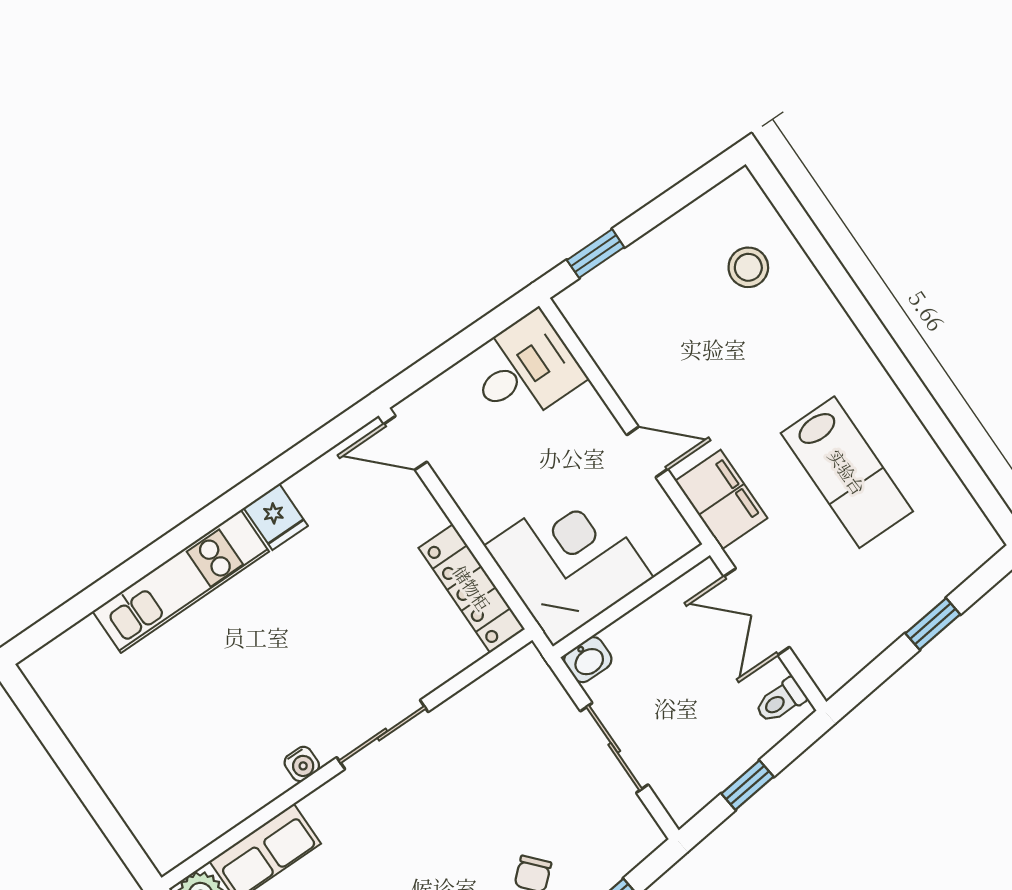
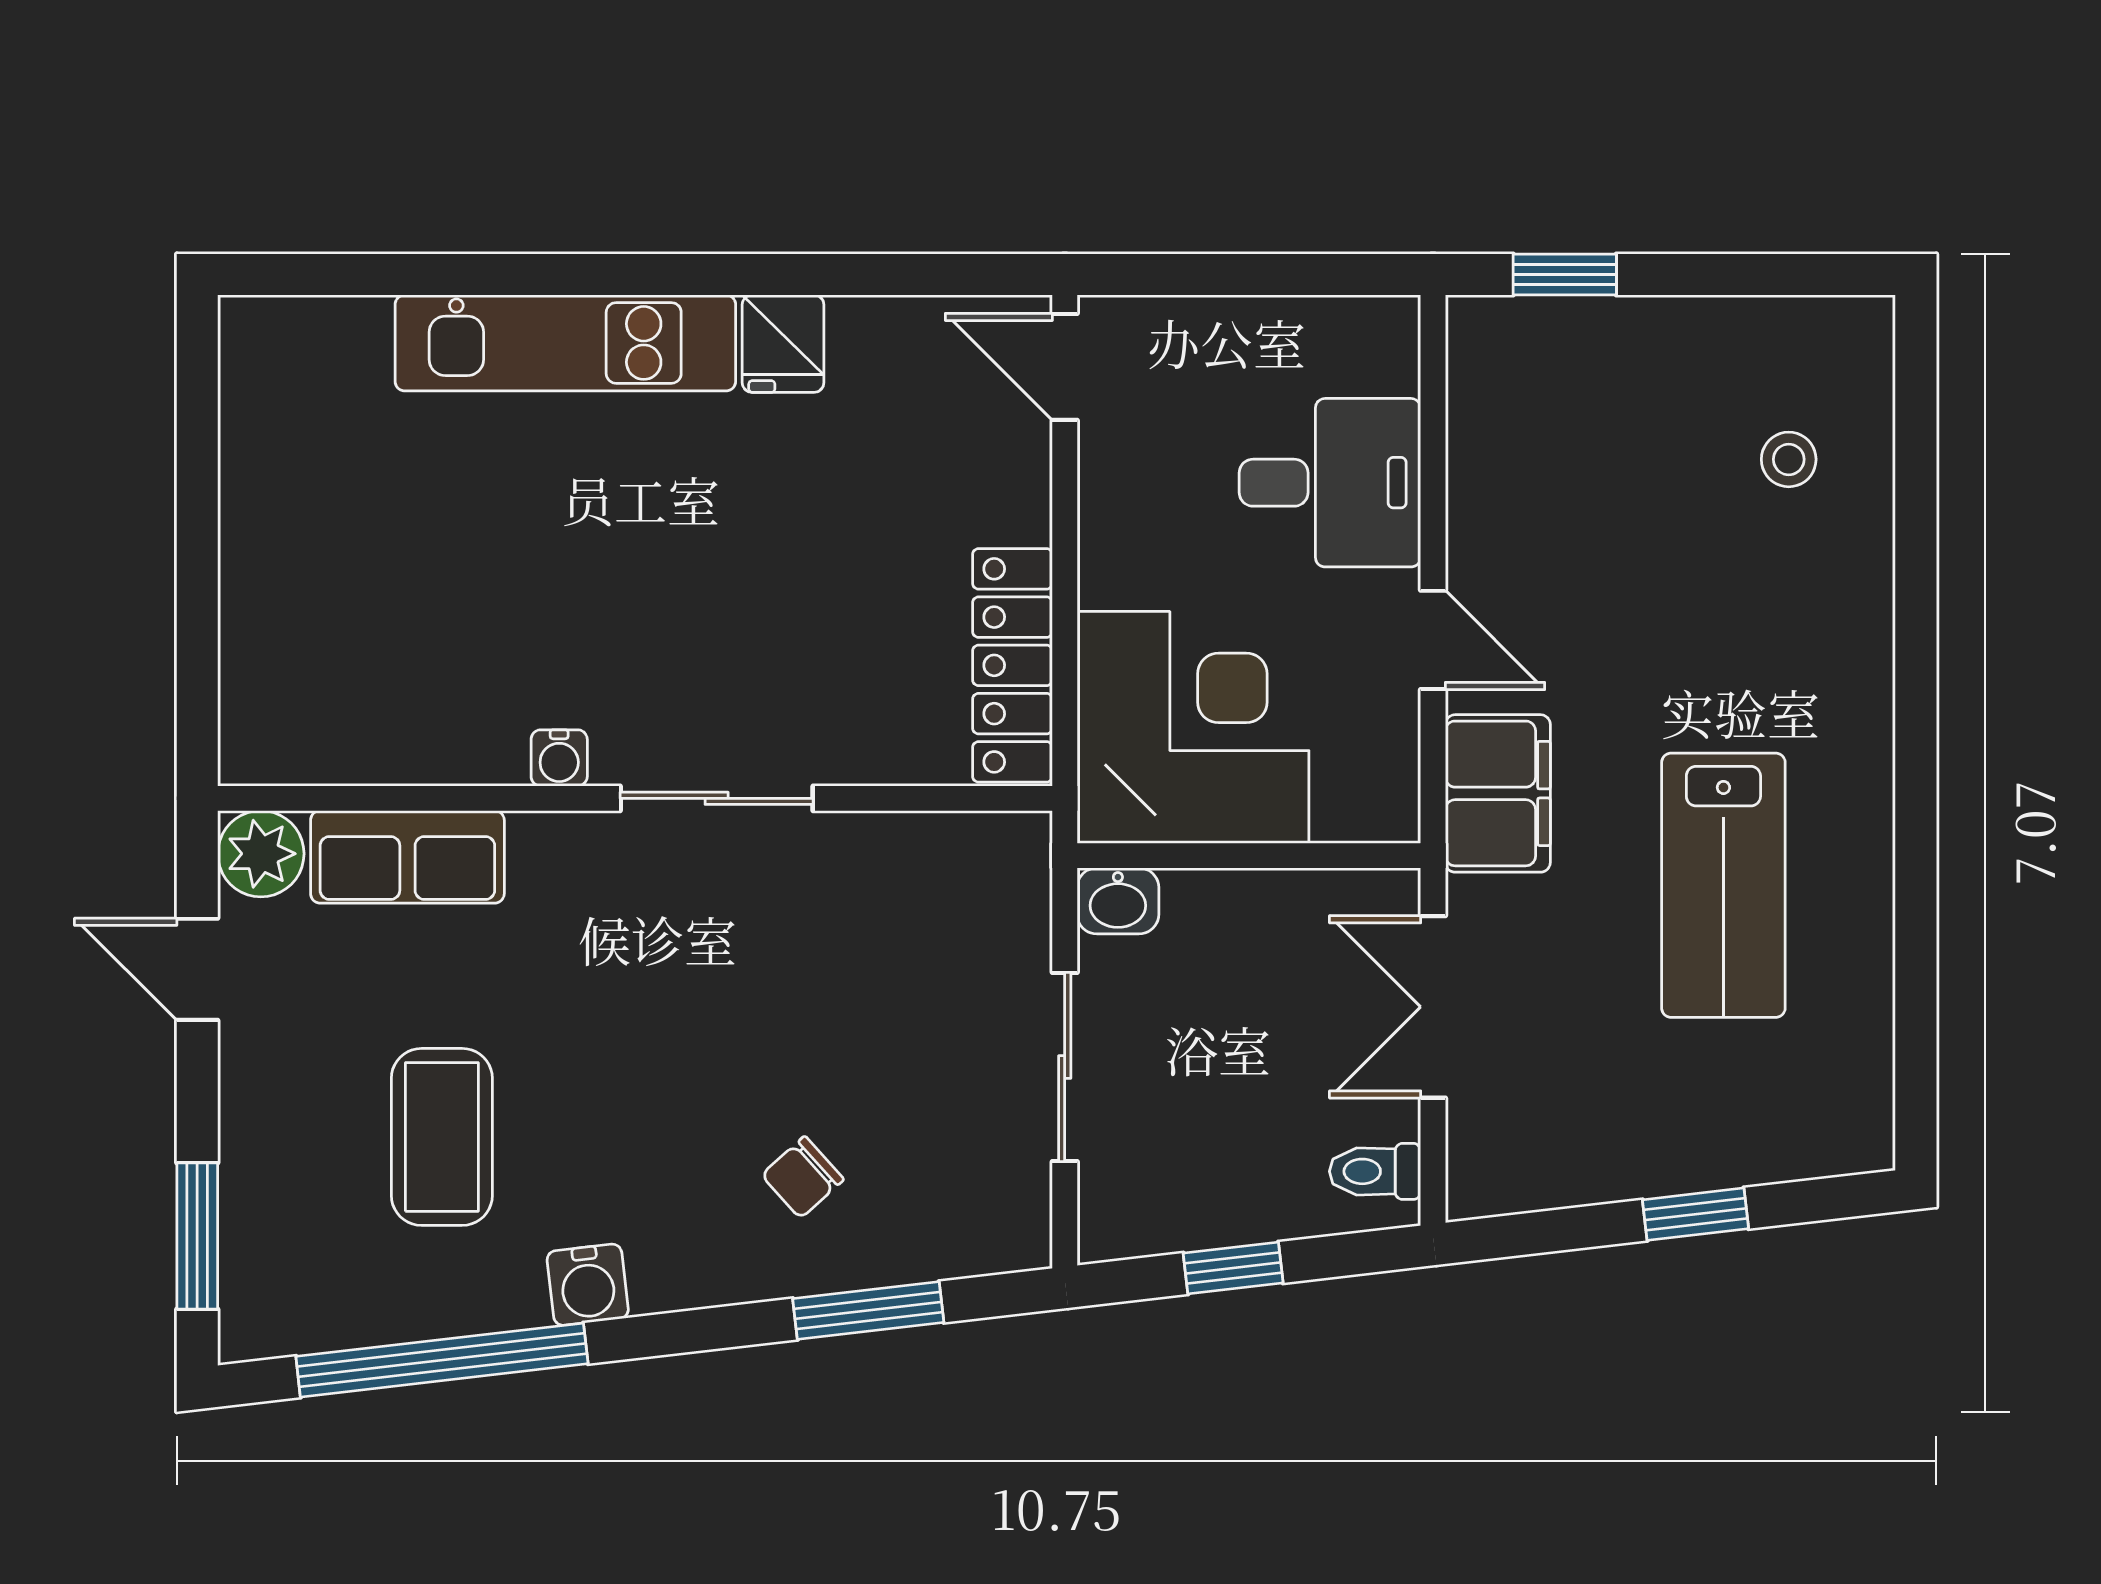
stool: (748, 267) -> (1789, 459), width x0.73, depth x0.73
desk: (525, 369) -> (1330, 483), moved

